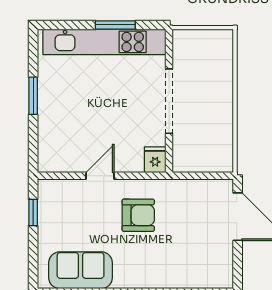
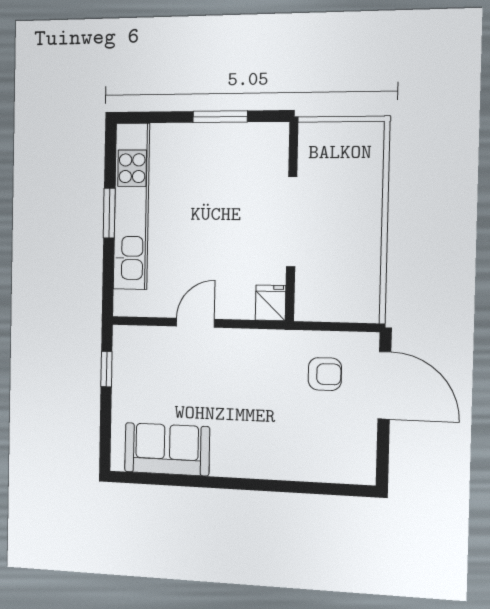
kitchen unit: (104, 42) -> (131, 206), moved, turned -90
armchair: (138, 215) -> (325, 374), moved, width x0.72, depth x0.72

